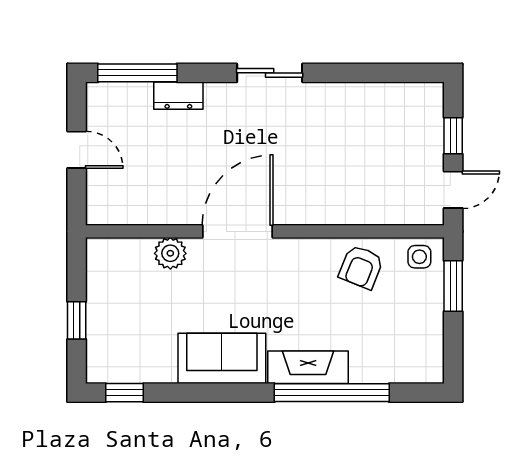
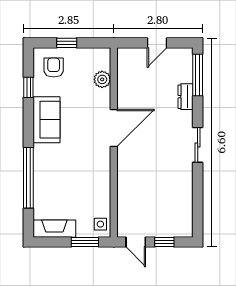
door: (238, 231) -> (114, 128), hinge flipped
plant: (170, 253) -> (102, 79), moved
armchair: (361, 267) -> (54, 68), moved, turned 68
fireplace: (308, 367) -> (54, 229), moved, turned -90
window: (124, 393) -> (28, 87), moved

